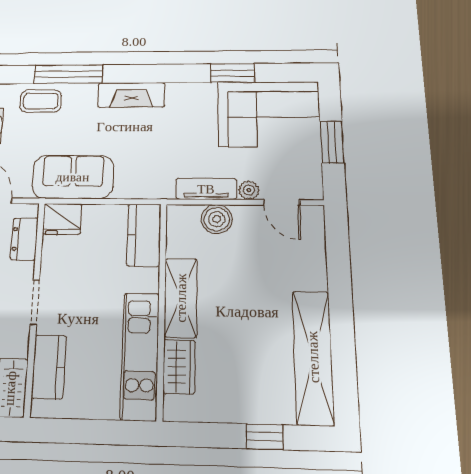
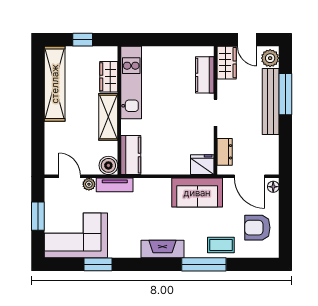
kitchen counter: (144, 235) -> (131, 155), moved
shelving: (181, 298) -> (108, 117), moved
wall: (162, 308) -> (119, 110), moved
kitchen unit: (140, 356) -> (131, 82), moved
wardrobe: (179, 367) -> (109, 77), moved

